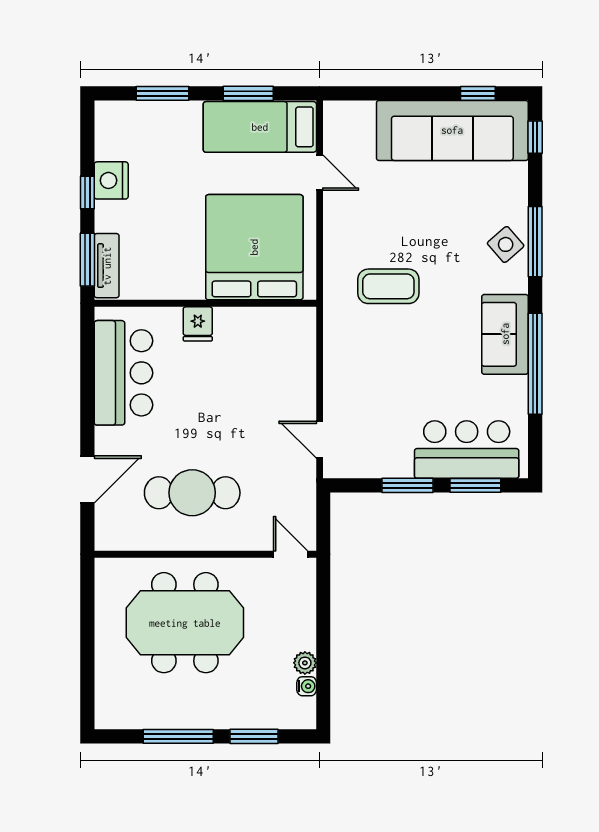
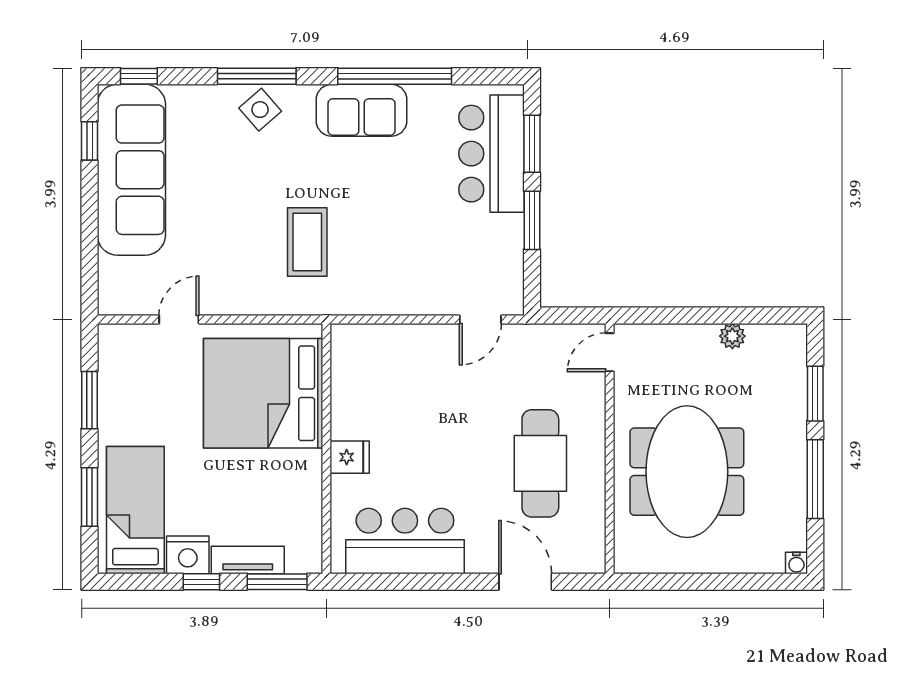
bed: (260, 127) -> (135, 510), moved, turned 180
tv unit: (107, 266) -> (248, 560), moved
water cooler: (307, 686) -> (796, 563), moved, turned 180

